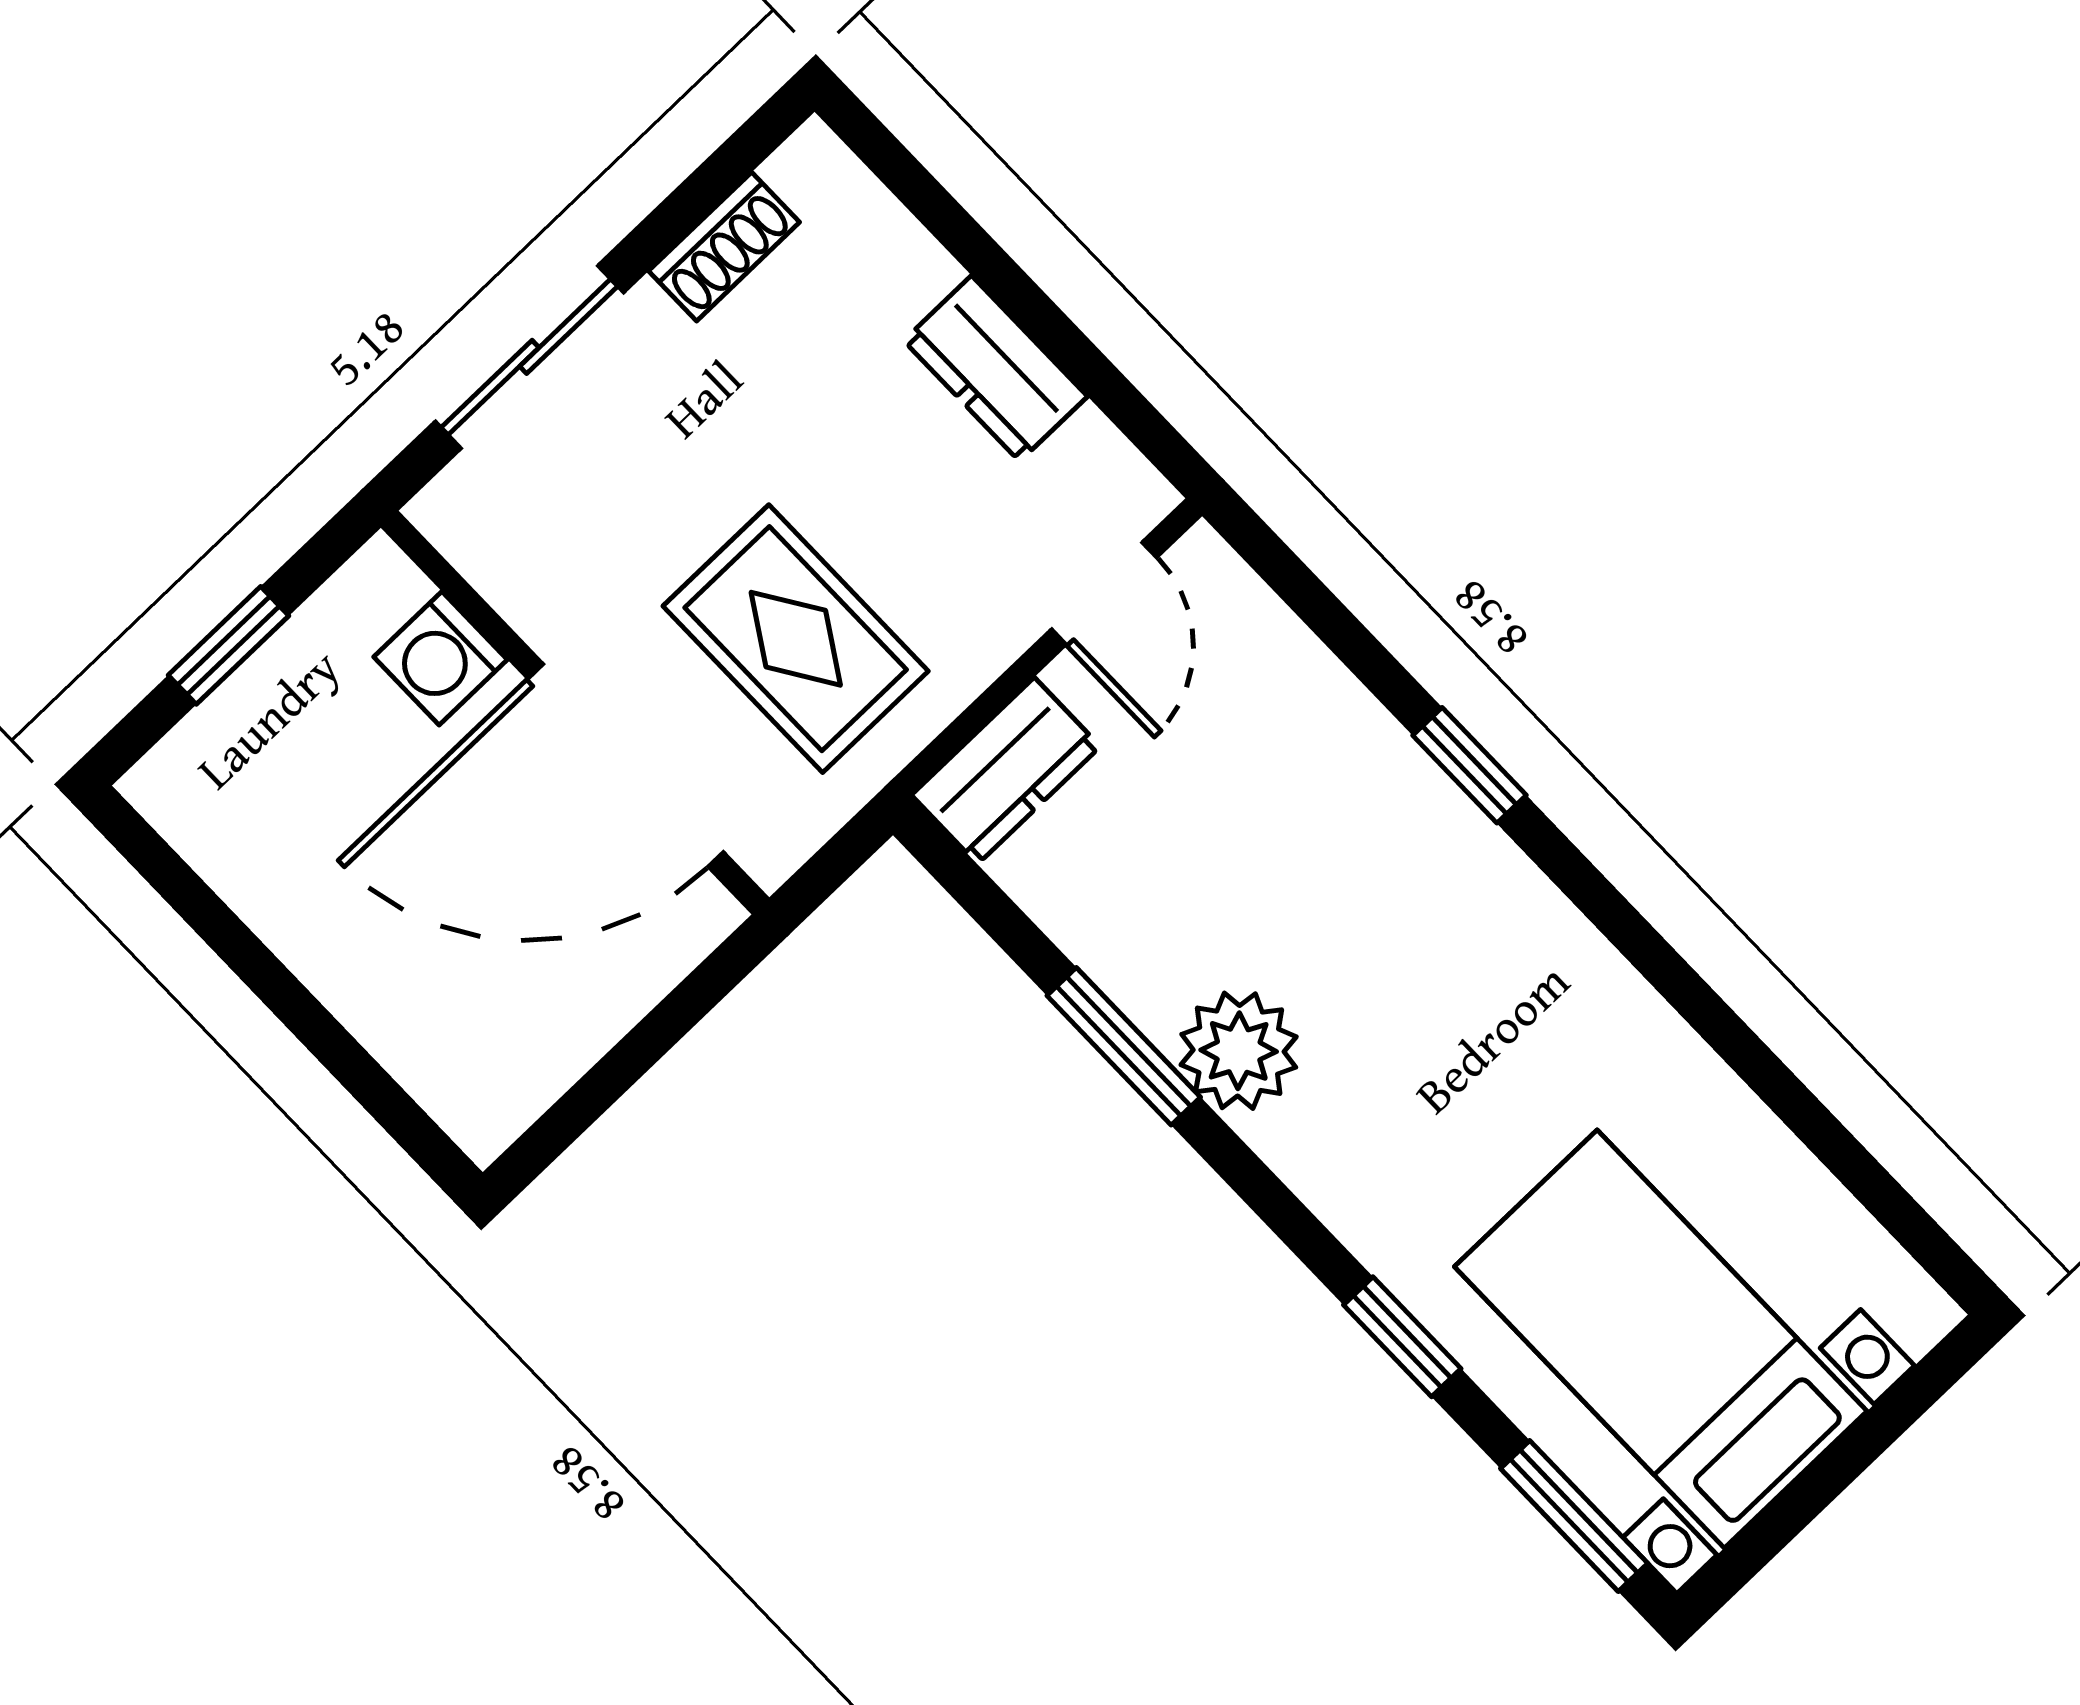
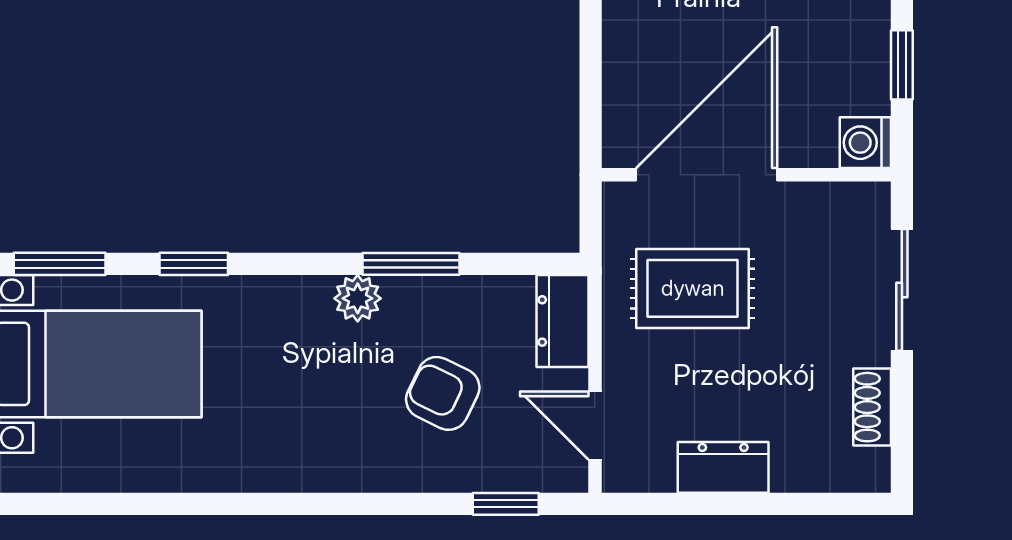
washing machine: (440, 658) -> (865, 143), moved, turned -90
window: (1469, 765) -> (506, 504), moved
armchair: (1256, 838) -> (443, 393), added
plant: (1239, 1051) -> (358, 298), width x0.73, depth x0.73

